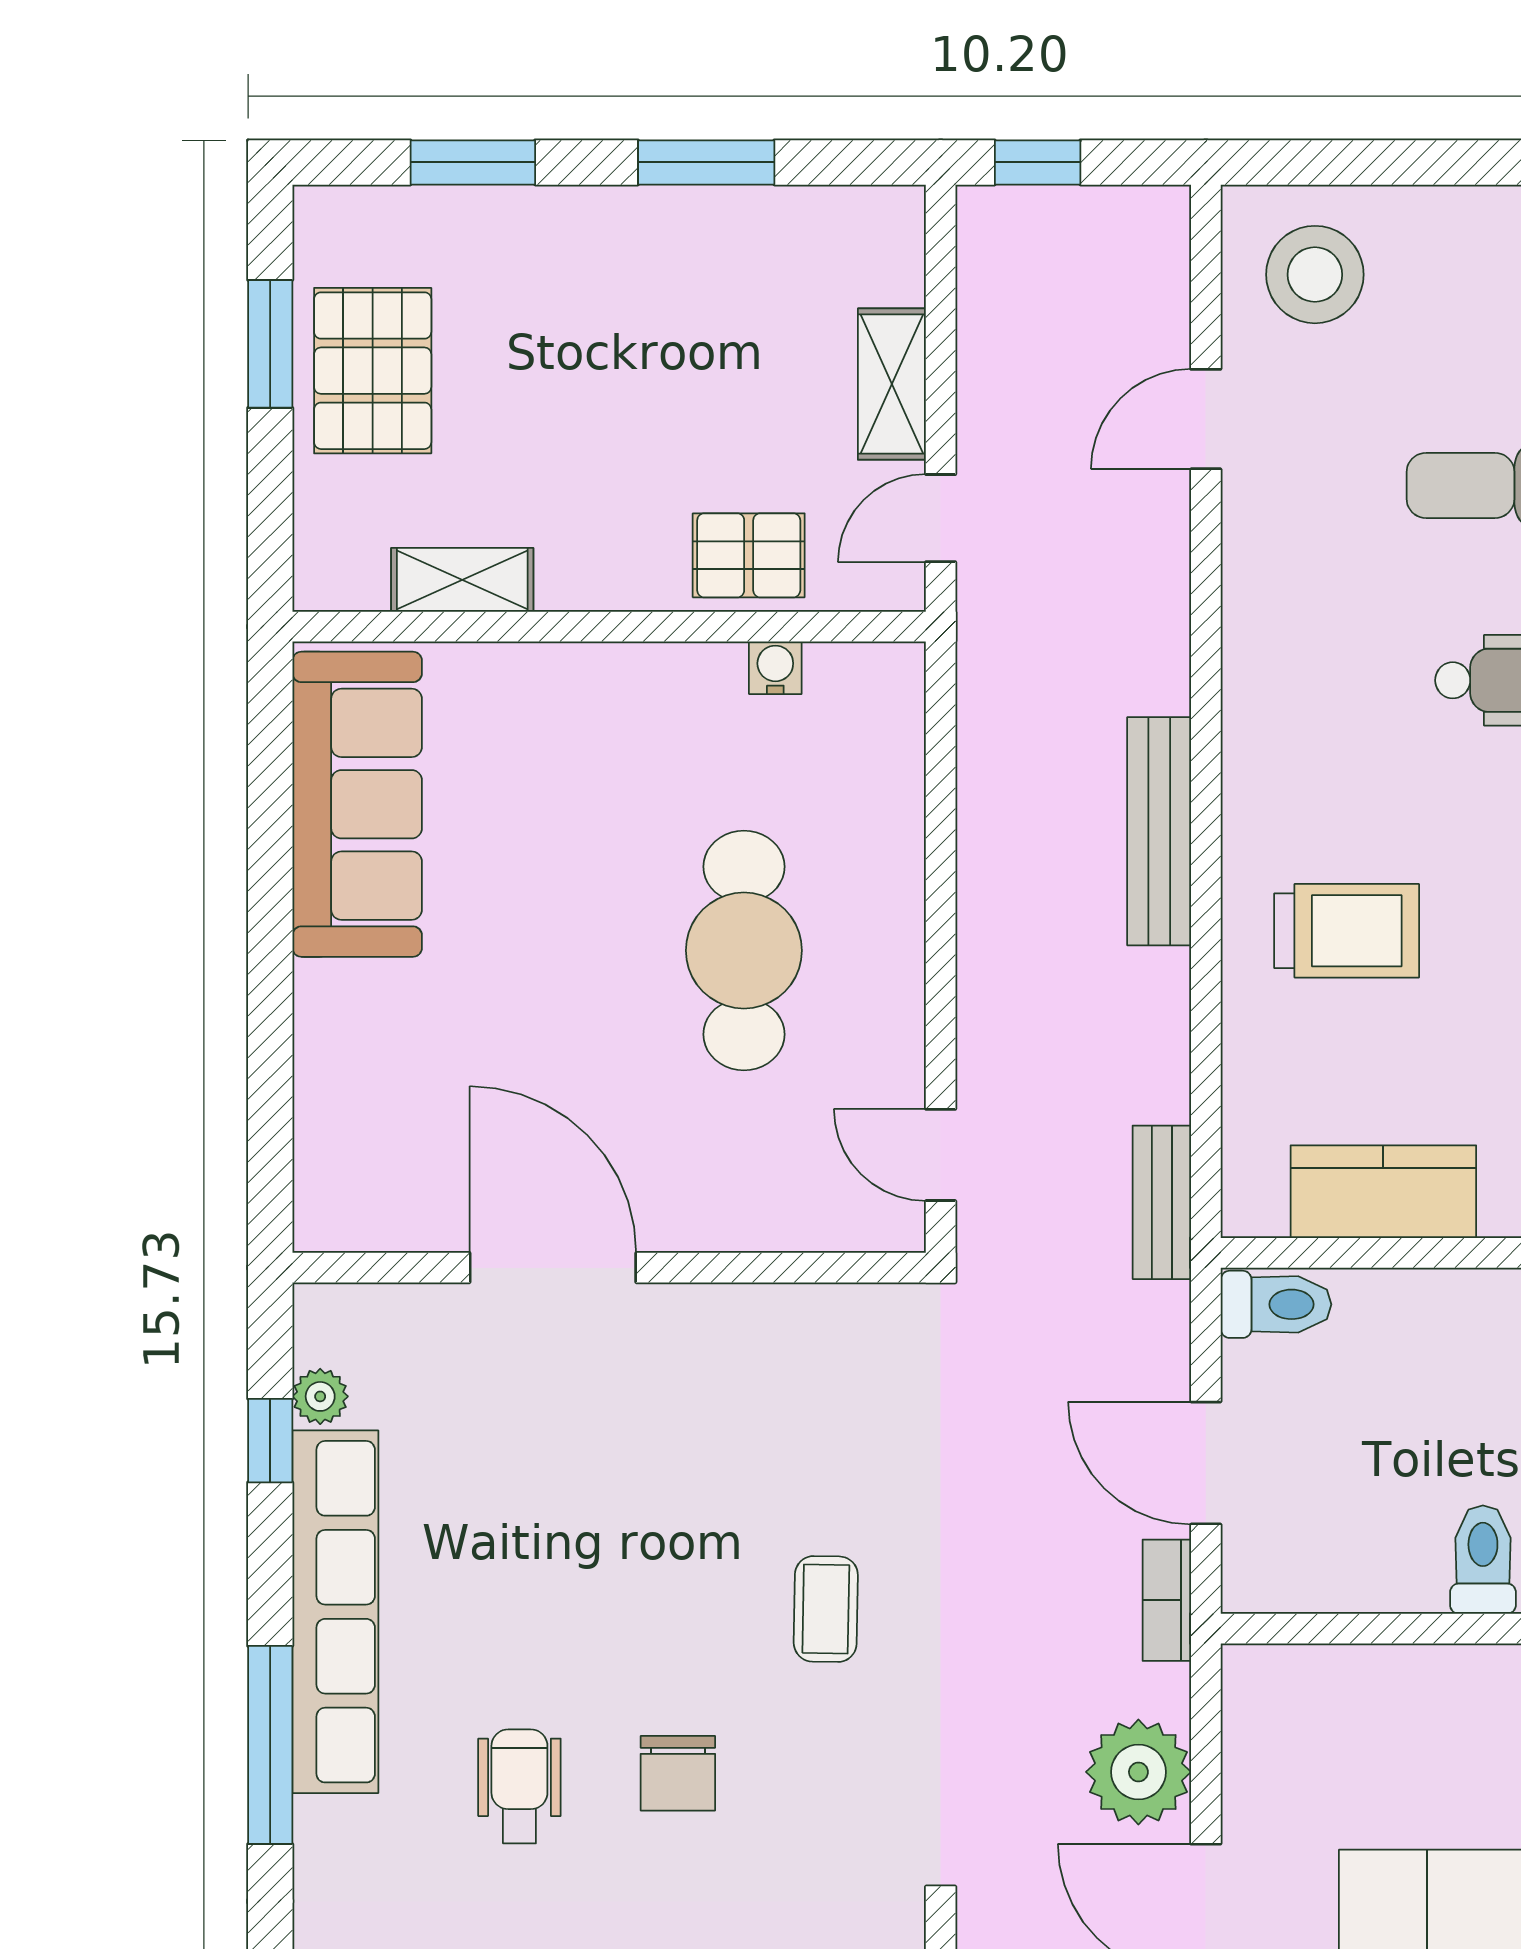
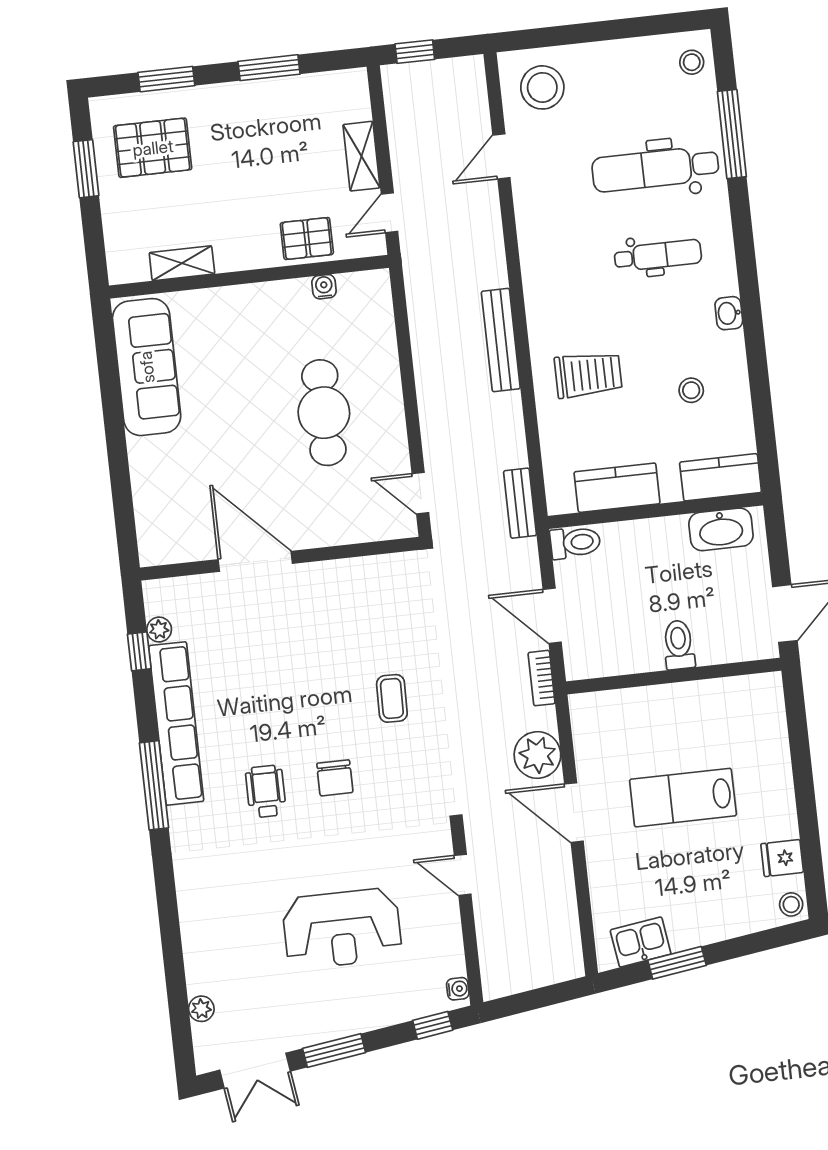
pallet: (373, 371) -> (153, 148), moved, turned 90

